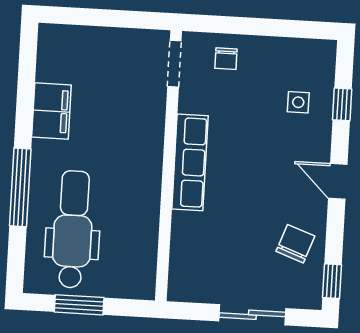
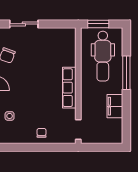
doorway: (174, 64) -> (78, 129), moved
row of seats: (190, 162) -> (69, 88), moved
wall: (168, 166) -> (78, 86), moved

